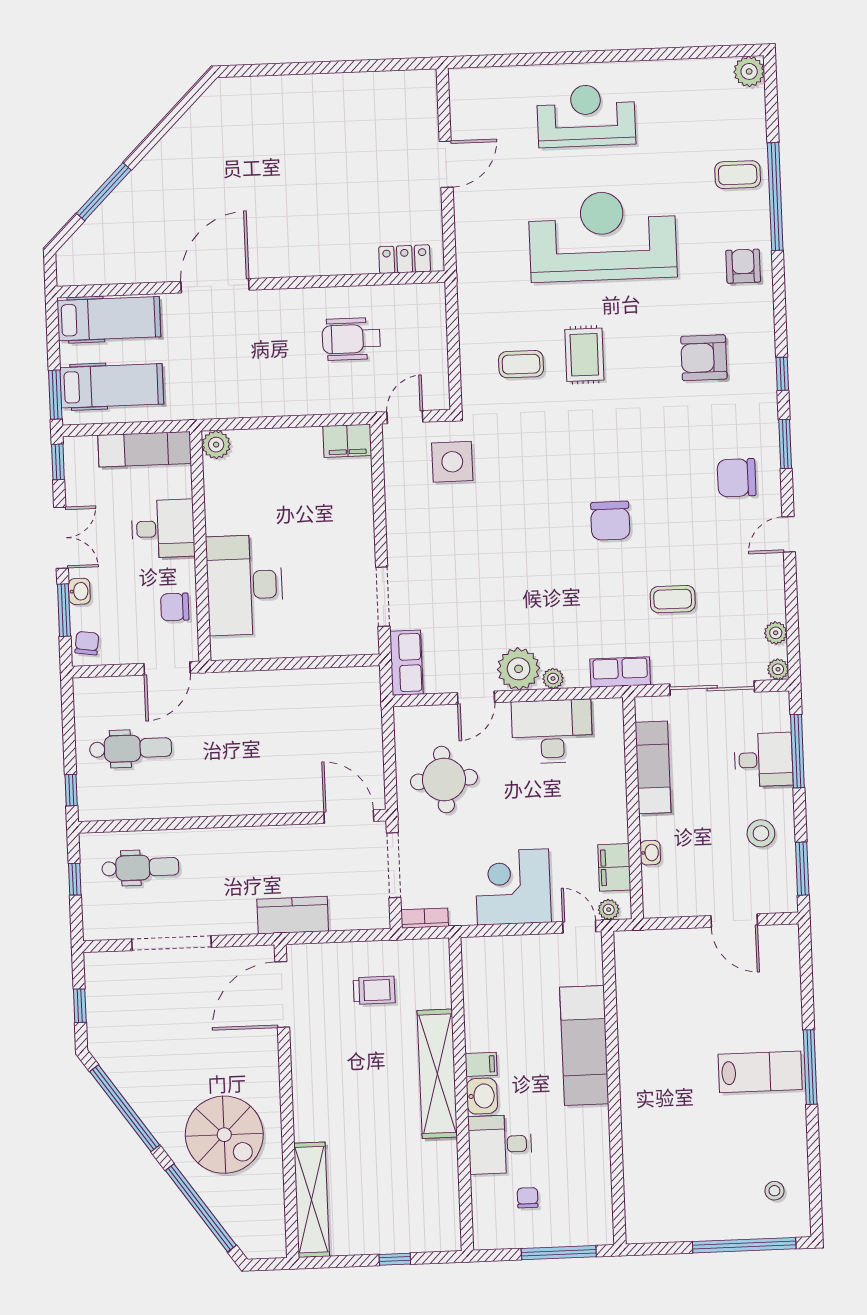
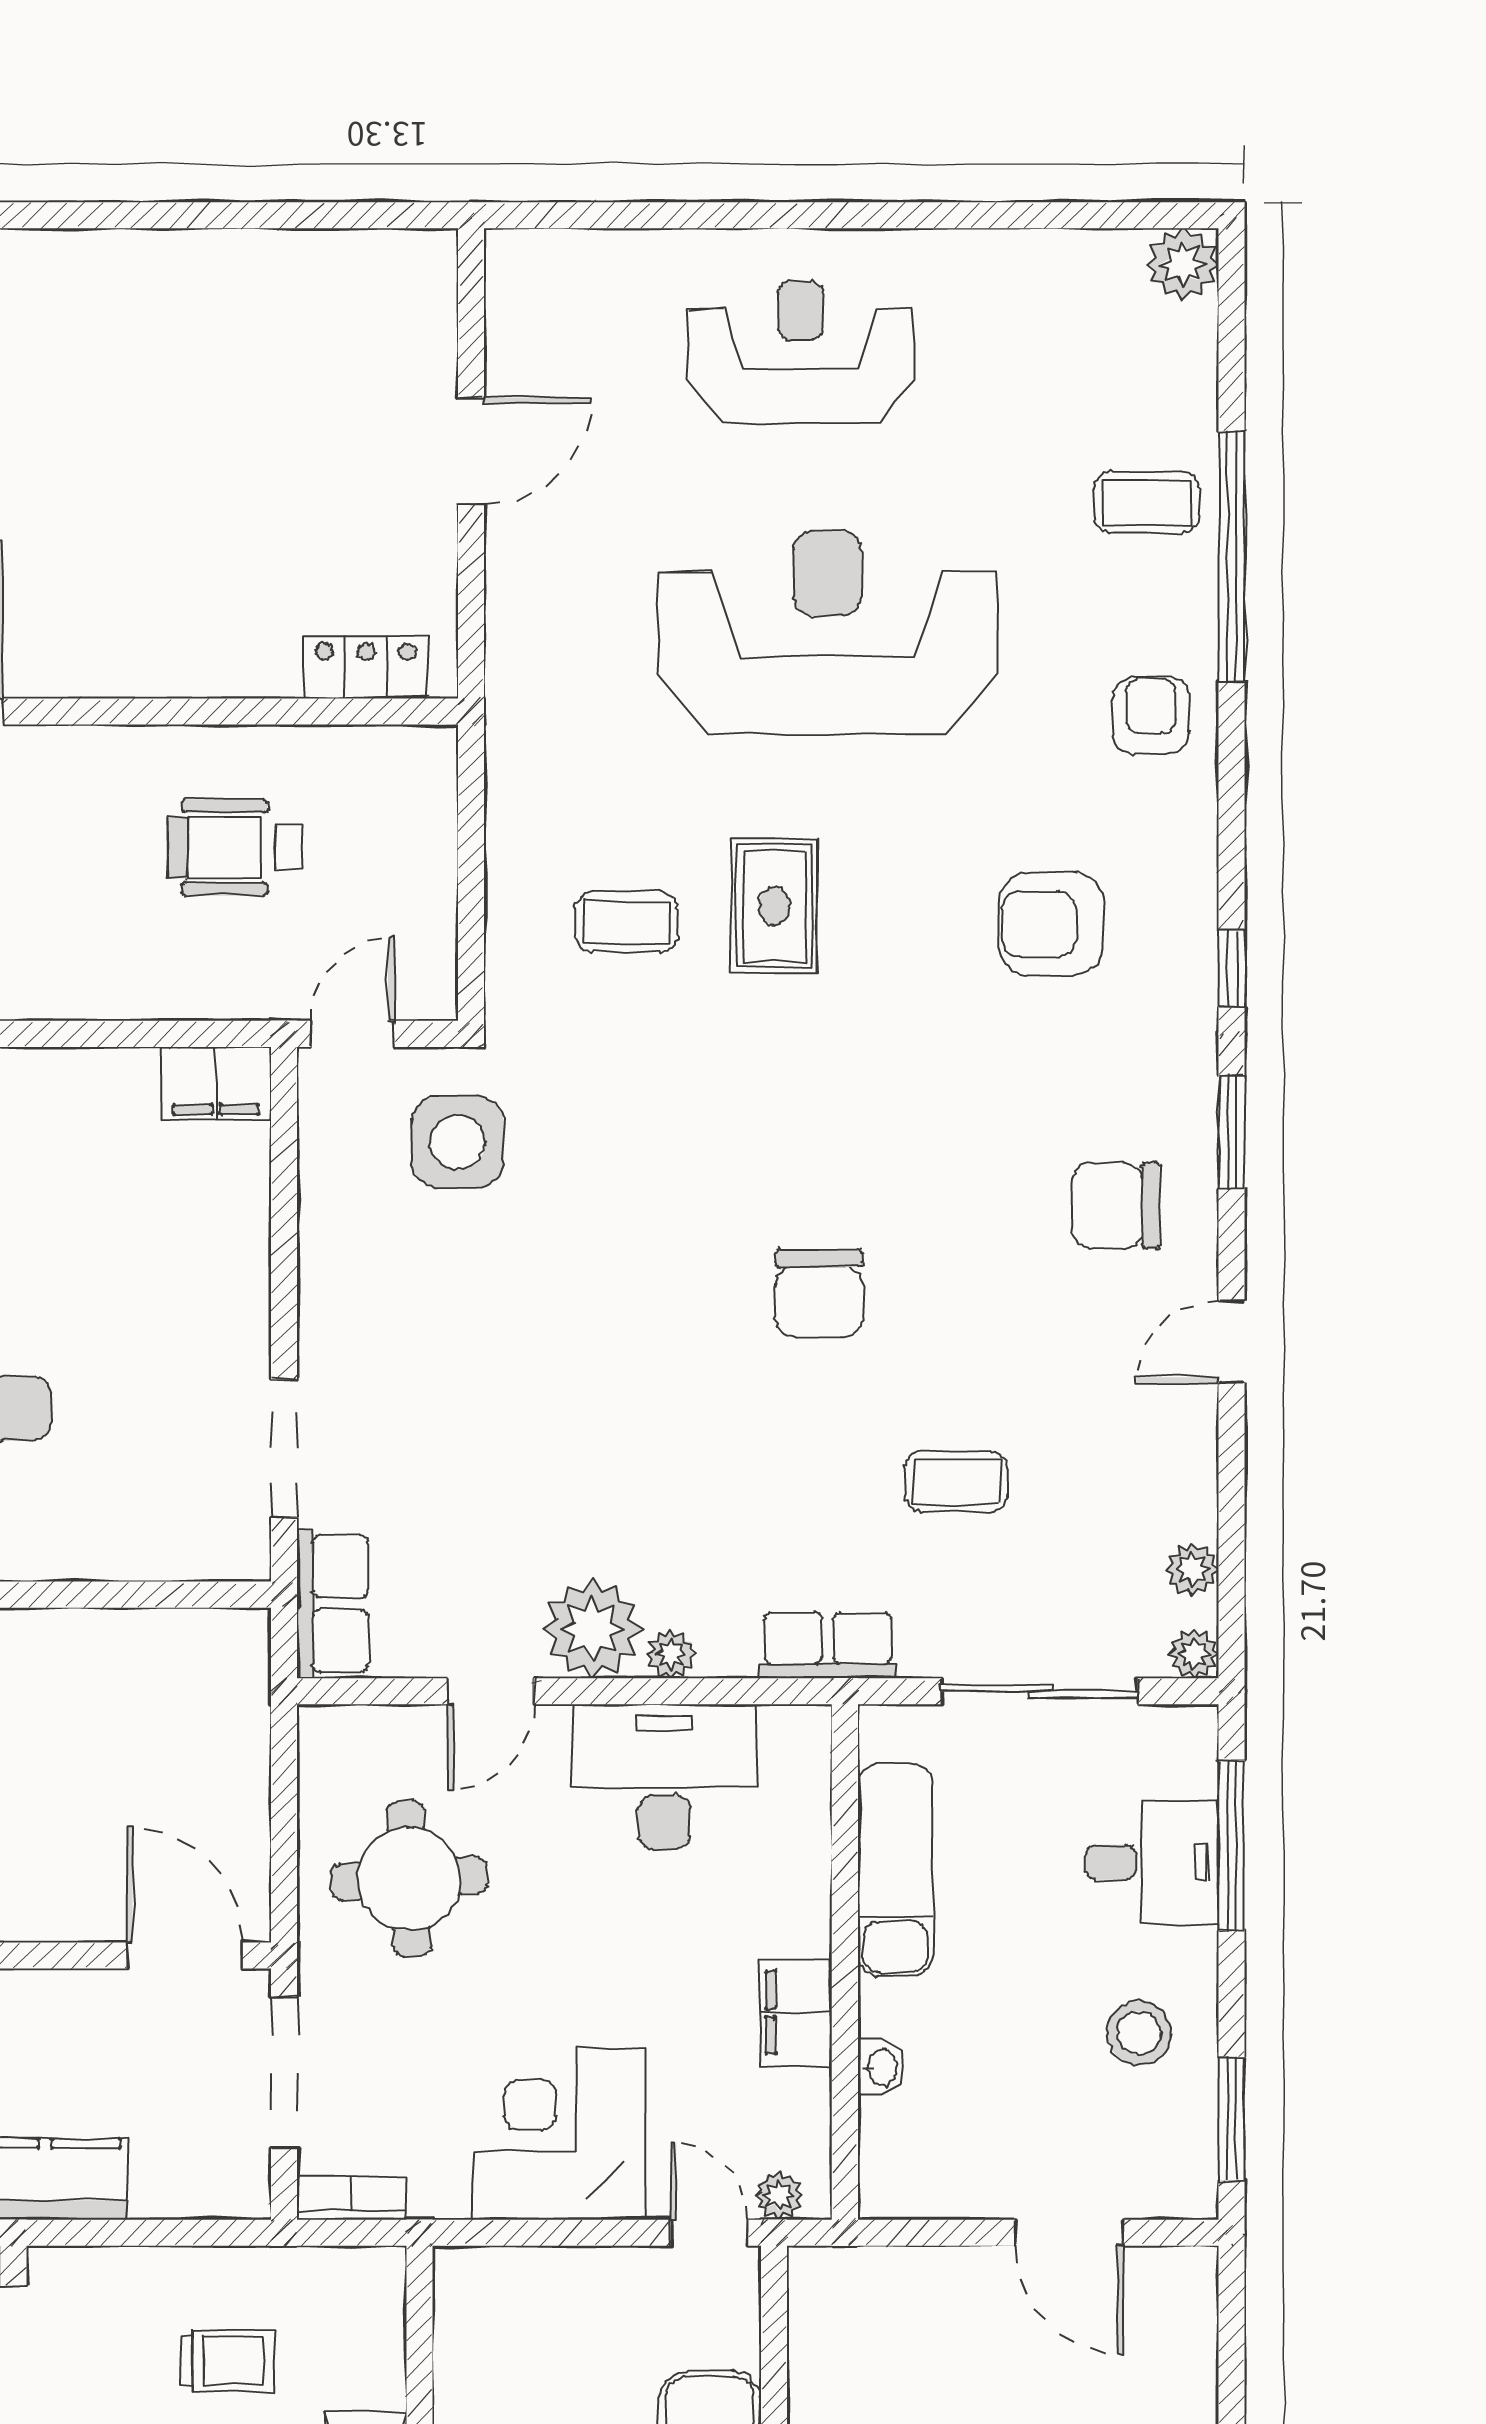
filing cabinet: (614, 867) -> (796, 2013), moved

